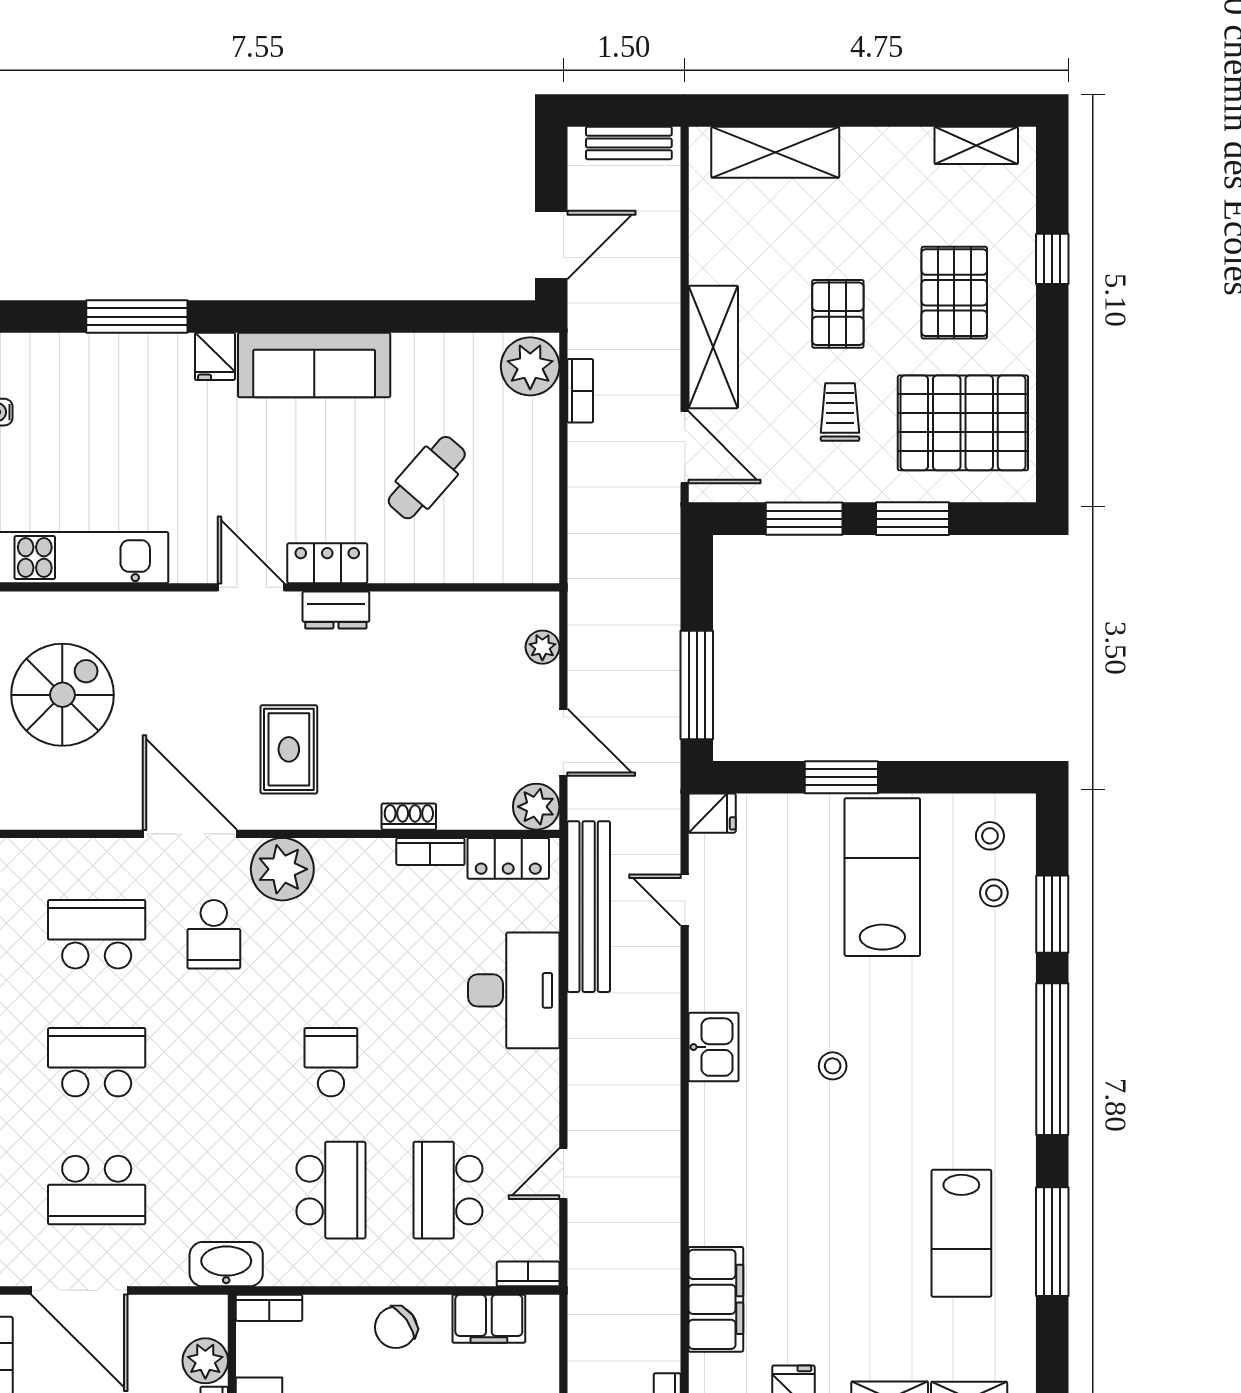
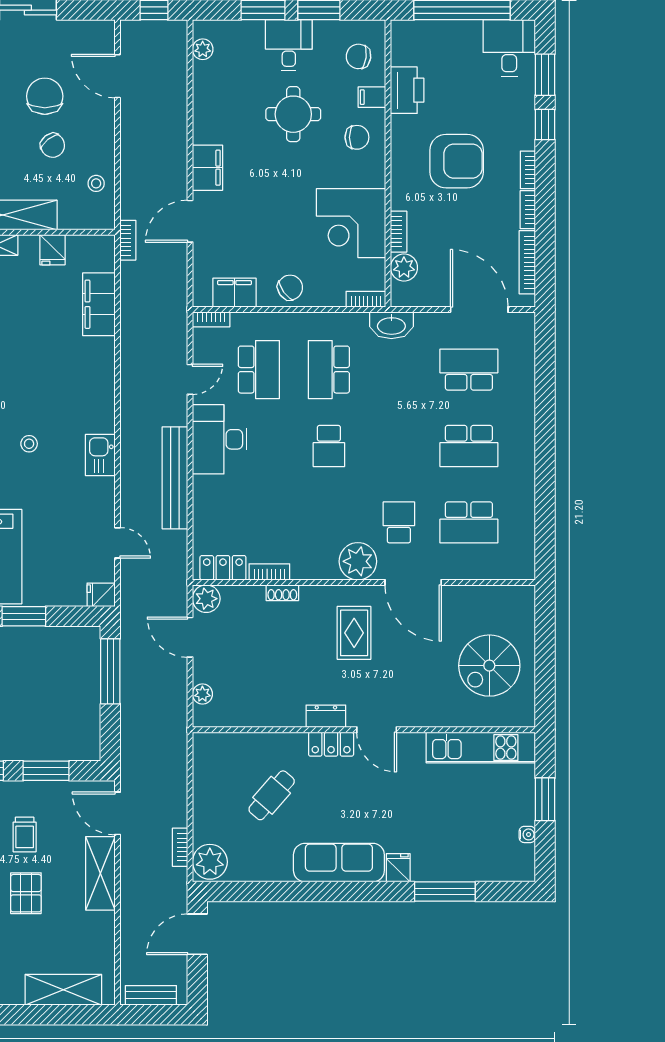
bench: (589, 907) -> (175, 478), moved
desk: (514, 990) -> (220, 439), moved

